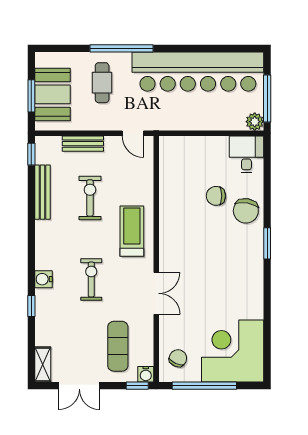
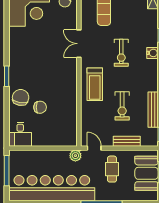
cafe table: (102, 83) -> (112, 169), moved
plant: (255, 122) -> (75, 156), moved

